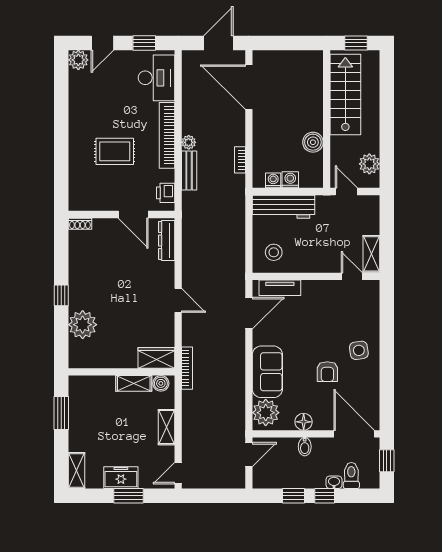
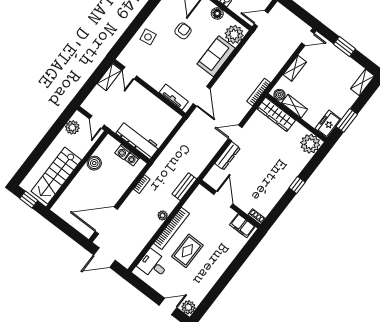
window: (144, 43) -> (145, 289), removed
desk: (156, 78) -> (153, 264), width x0.73
door: (249, 87) -> (106, 220), swing flipped
rug: (115, 151) -> (187, 251), moved, turned 90
bench: (189, 170) -> (184, 187), moved
printer: (166, 193) -> (197, 197), removed
filing cabinet: (88, 201) -> (242, 226), added
dresser: (167, 241) -> (228, 156), moved
stool: (274, 252) -> (162, 119), removed
door: (178, 300) -> (235, 133), hinge flipped
door: (249, 313) -> (202, 96), swing flipped
plant: (83, 325) -> (310, 144), moved
side table: (359, 350) -> (148, 37), moved
wardrobe: (156, 358) -> (276, 114), width x1.50
freezer: (121, 478) -> (328, 124), moved, turned 90

